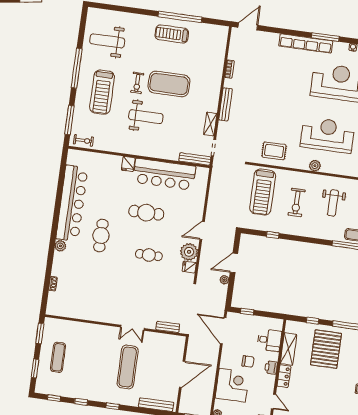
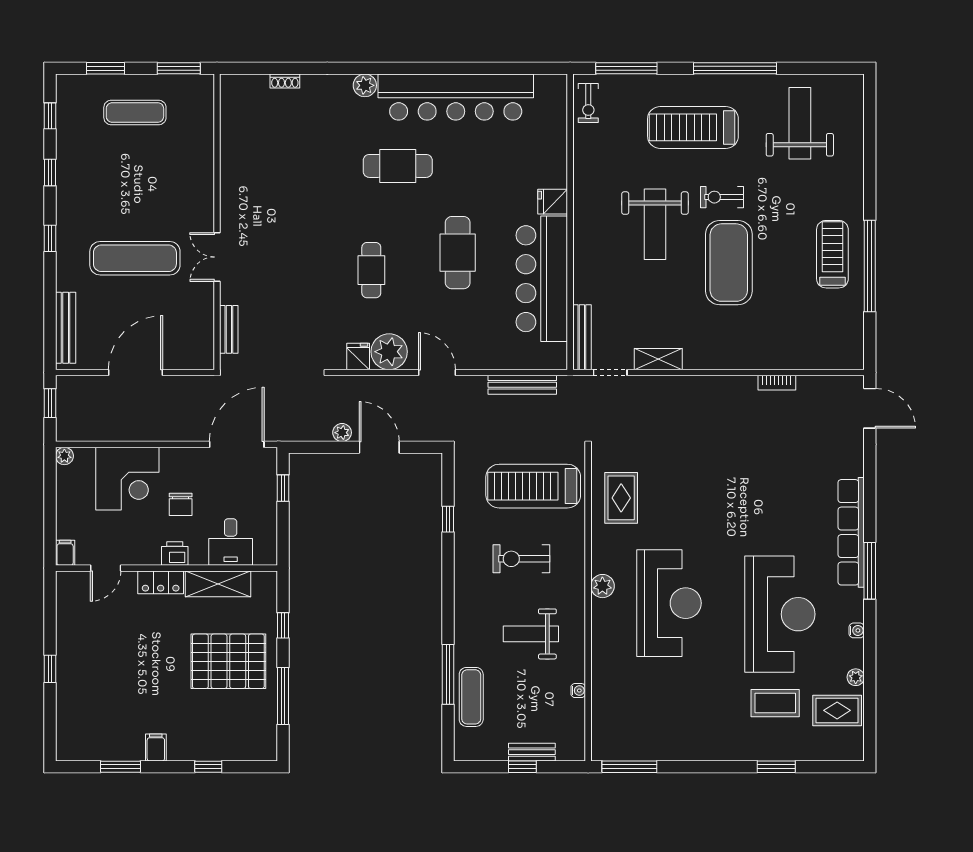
bench: (226, 104) -> (522, 385), moved
door: (182, 374) -> (136, 372), swing flipped

